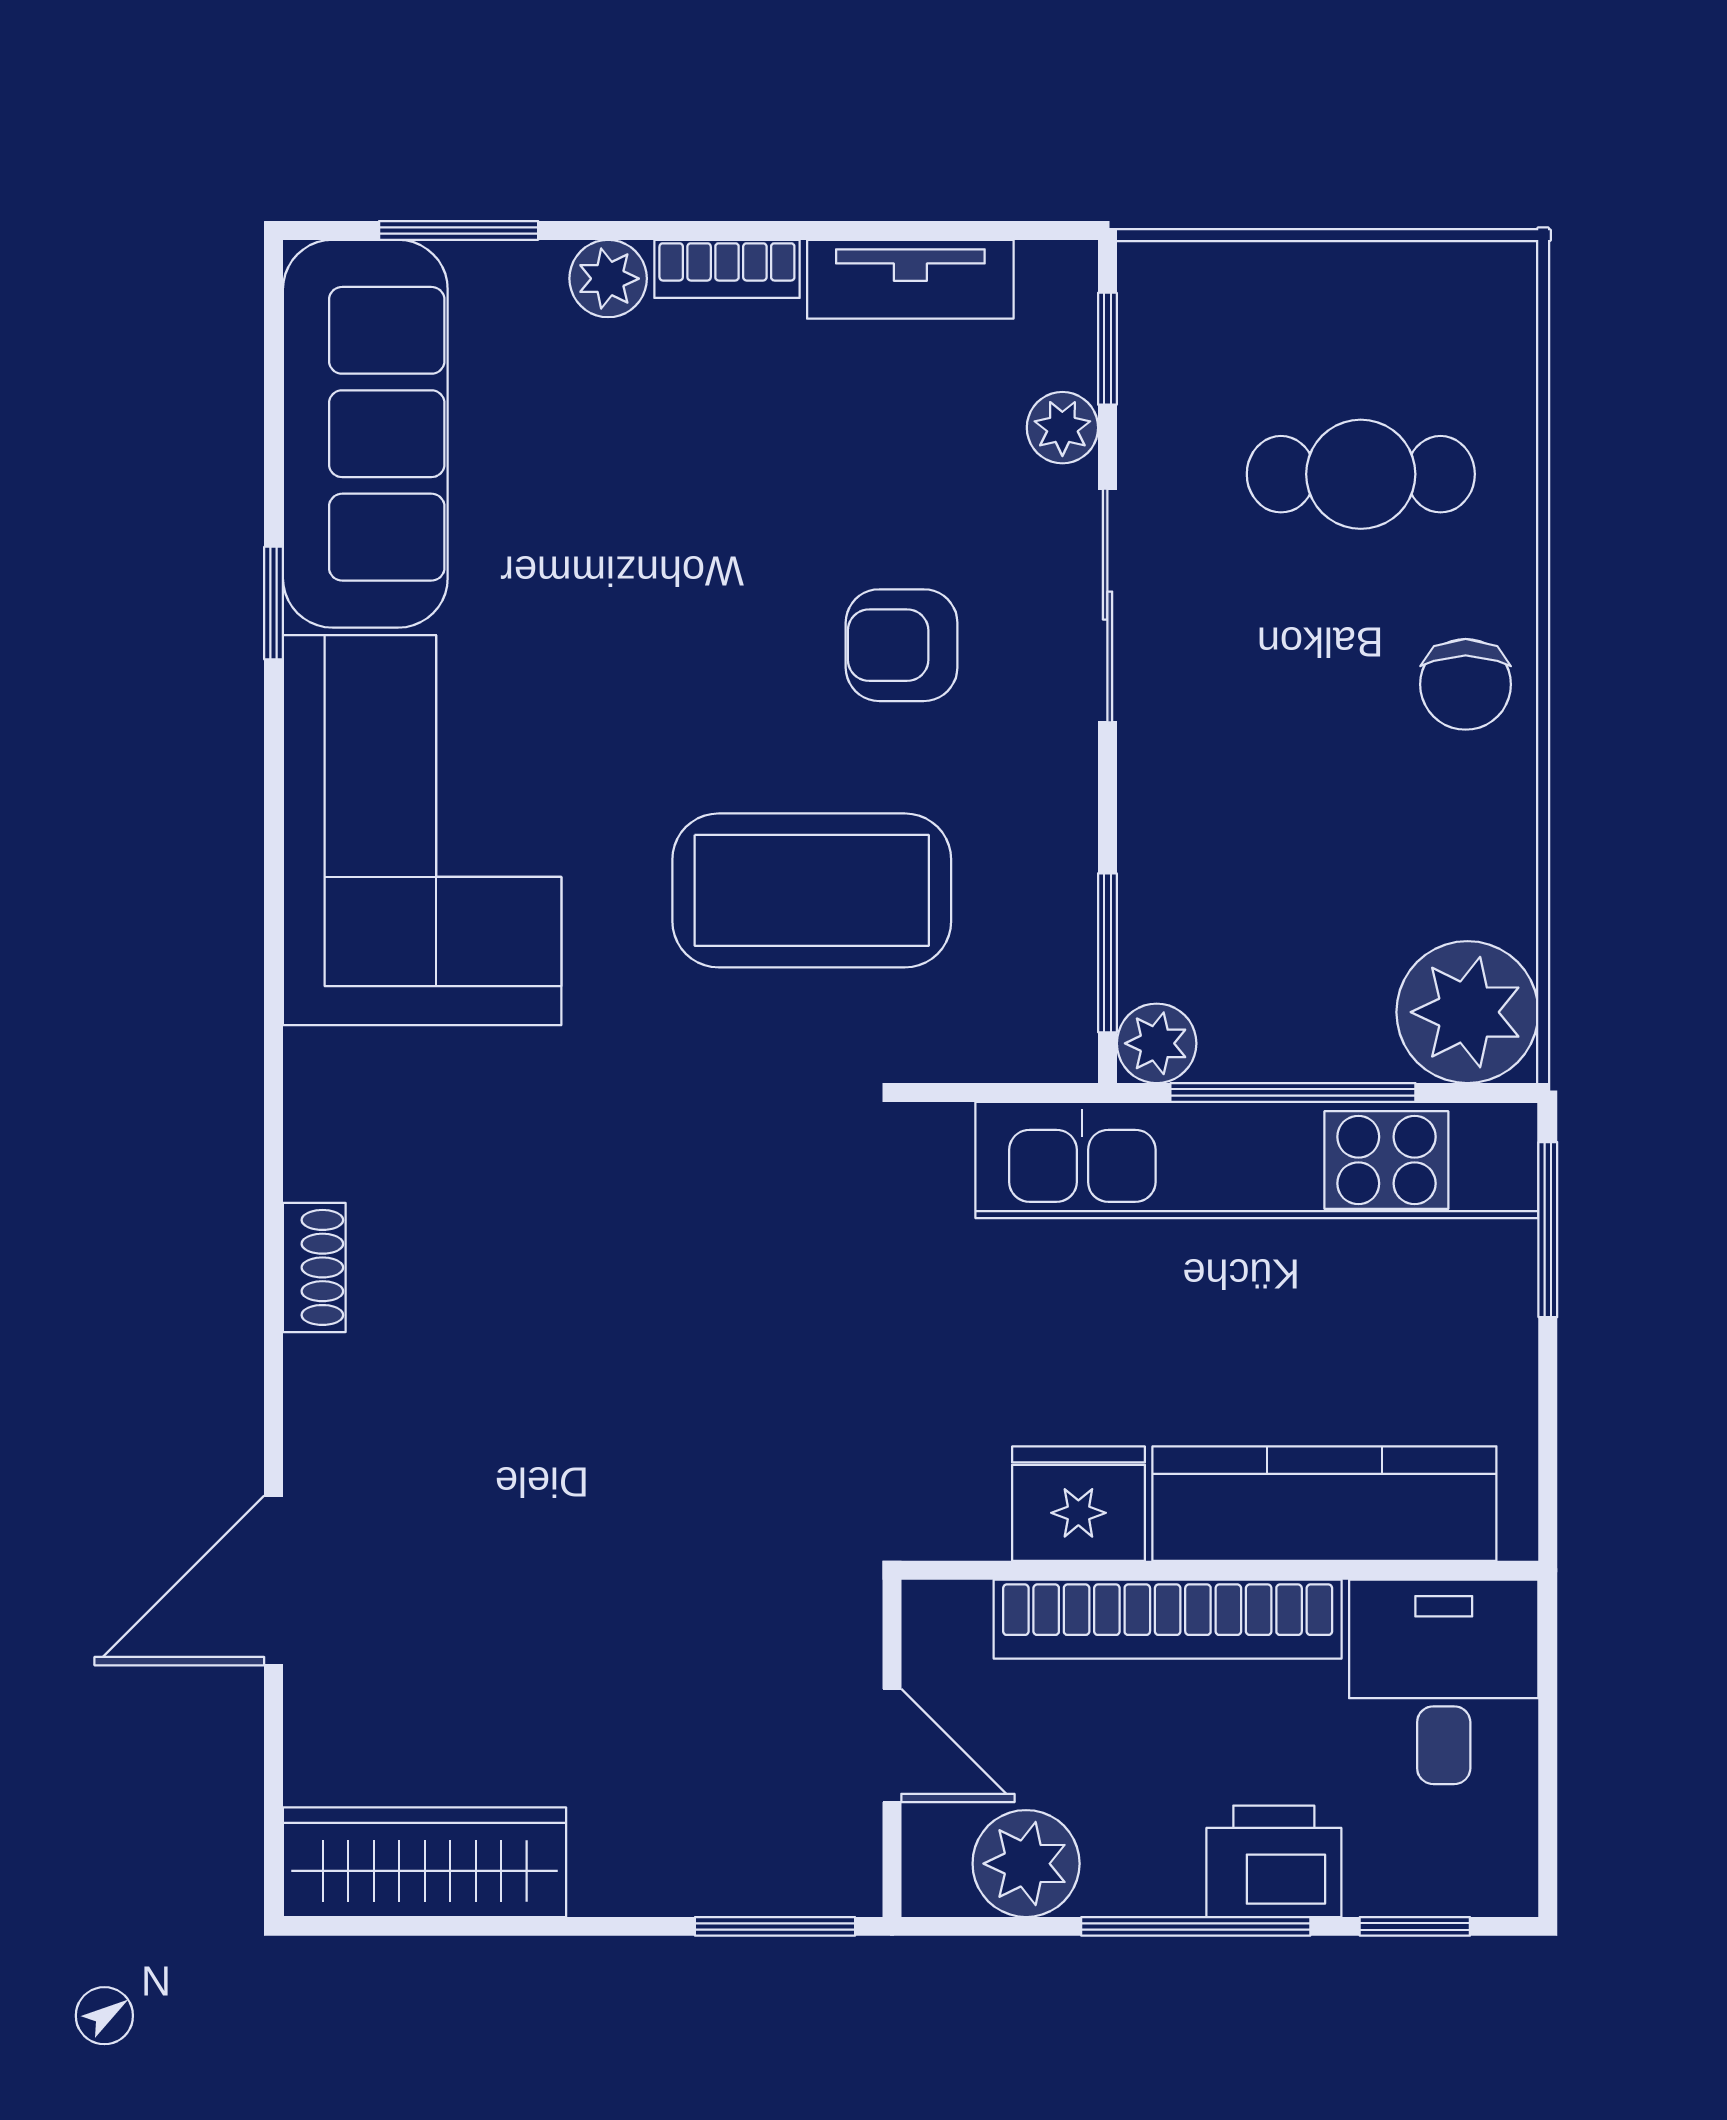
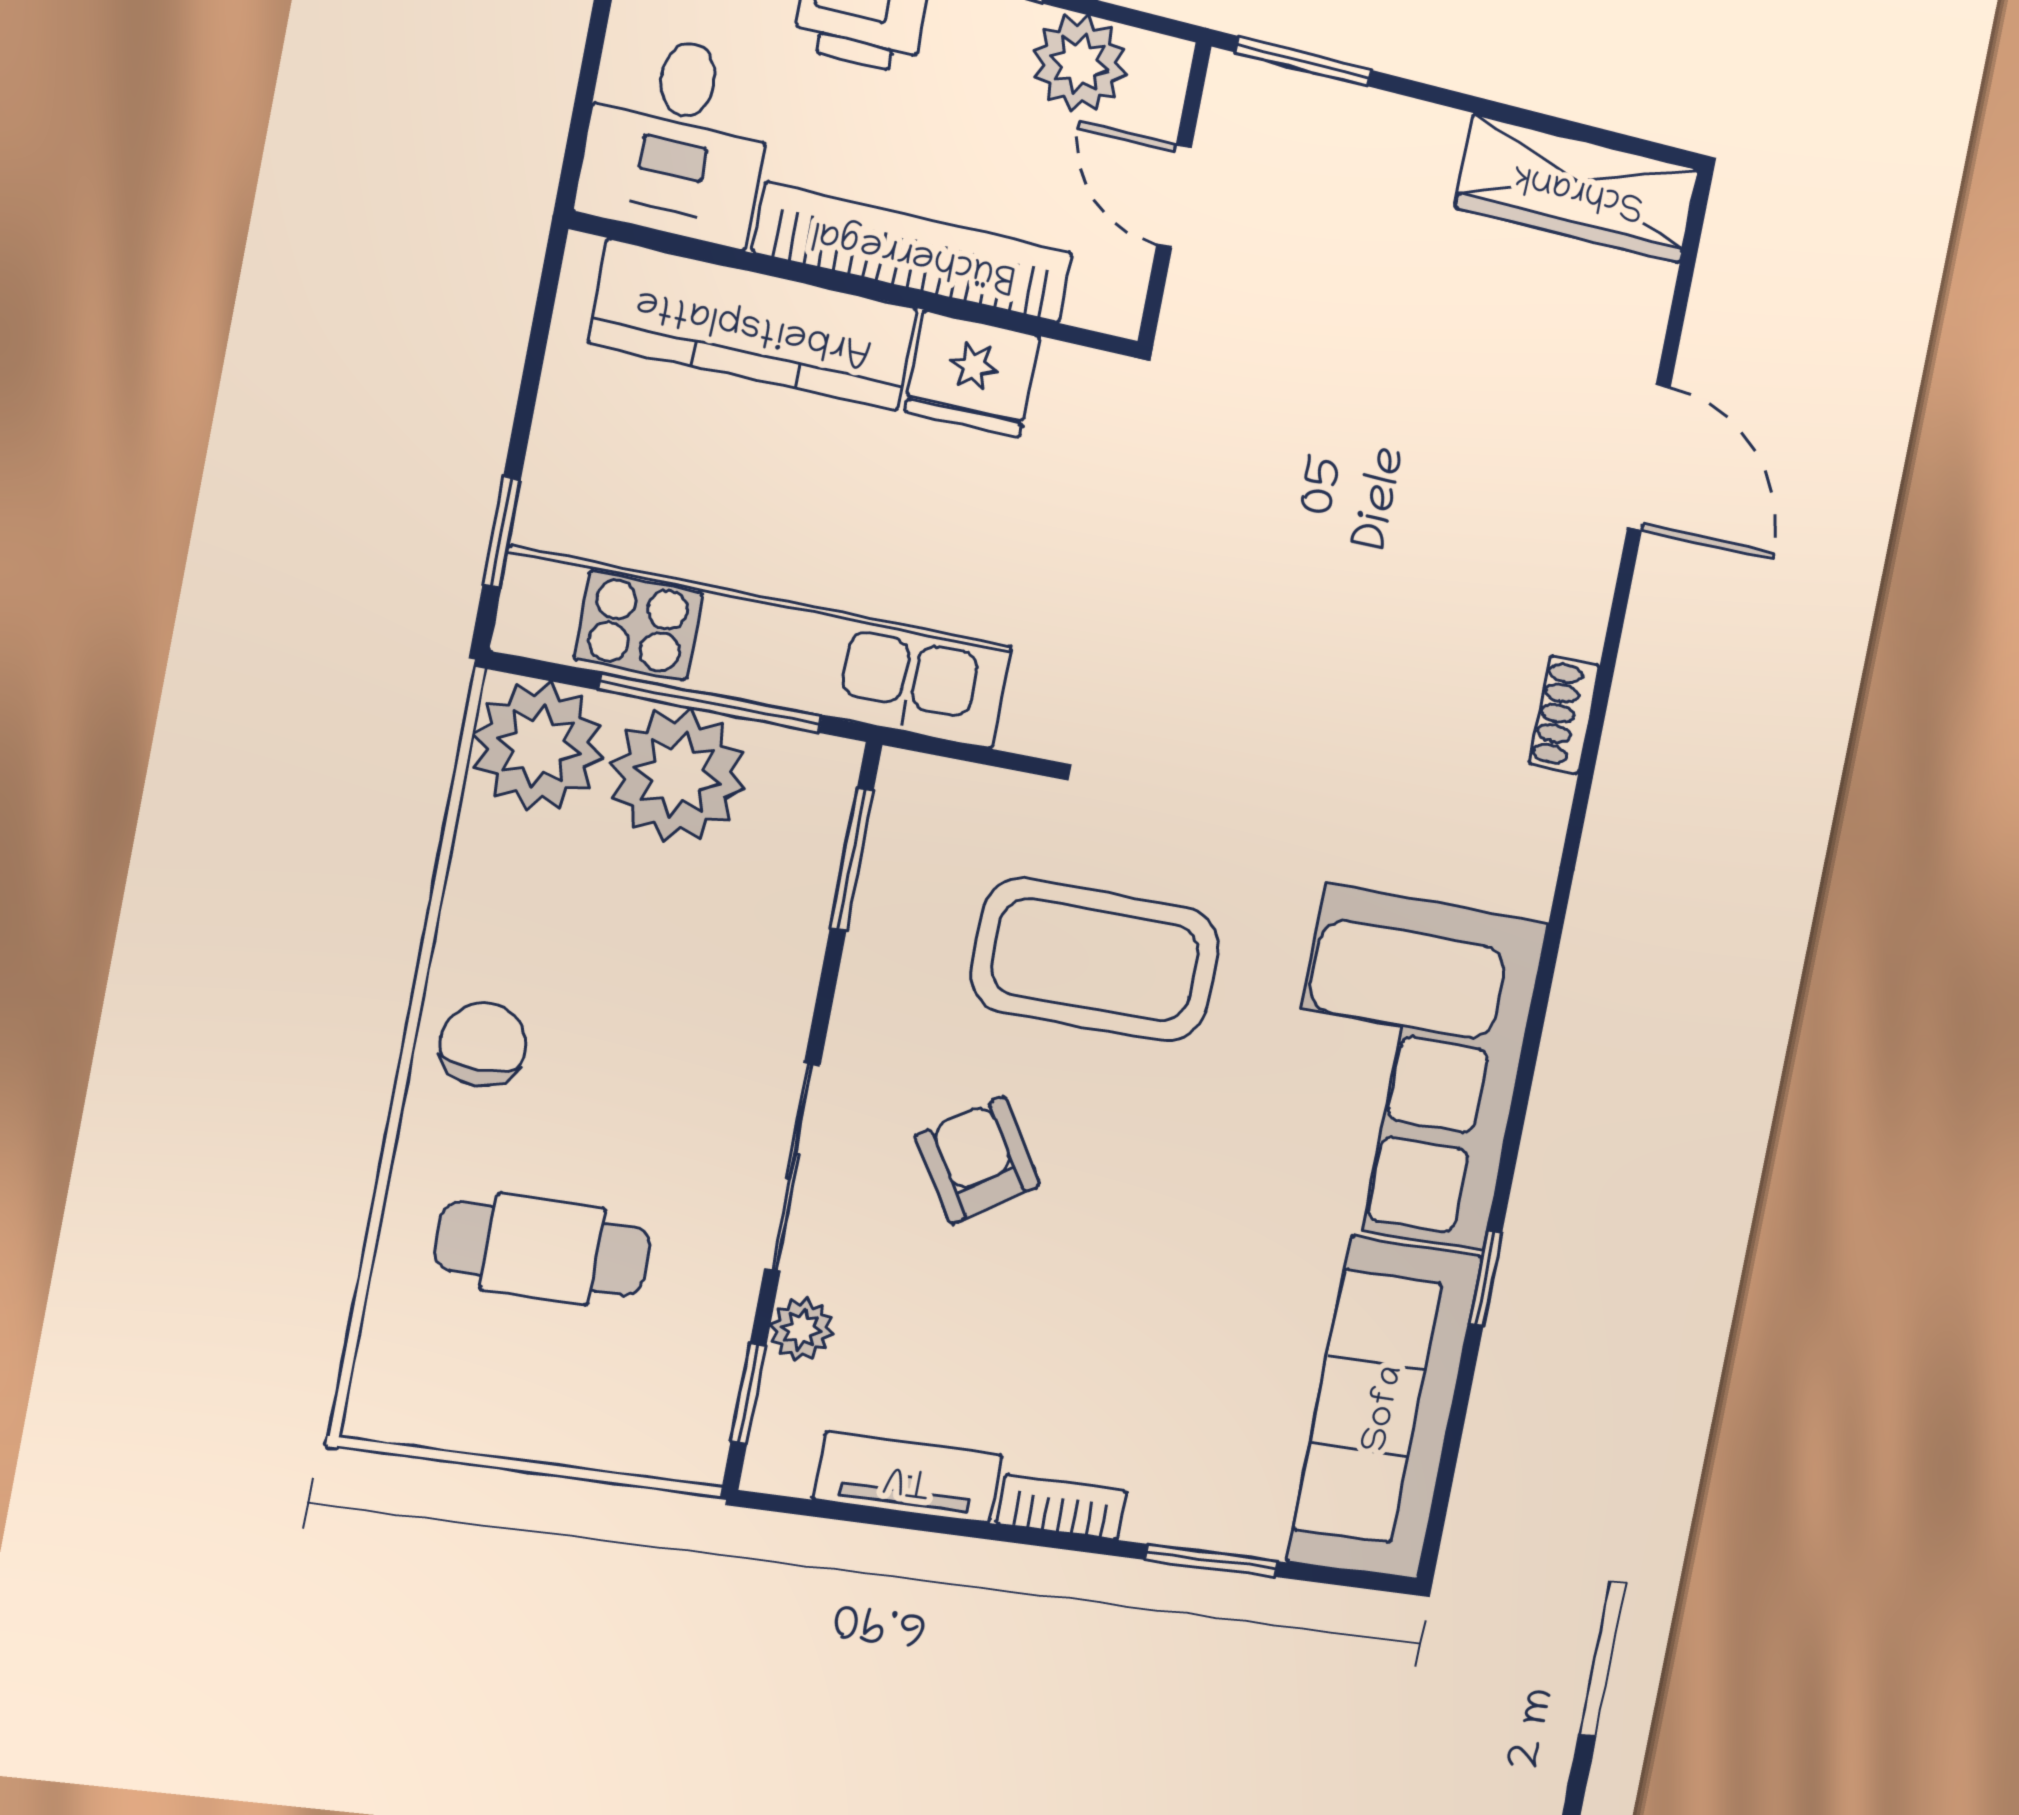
window: (459, 230) -> (1211, 1561), moved
plant: (608, 279) -> (1162, 1512), removed
armchair: (902, 645) -> (978, 1160), turned -123
plant: (1157, 1043) -> (677, 775), moved, width x1.88, depth x1.88
window: (1548, 1230) -> (502, 532), width x0.67
door: (274, 1580) -> (1649, 457), hinge flipped

